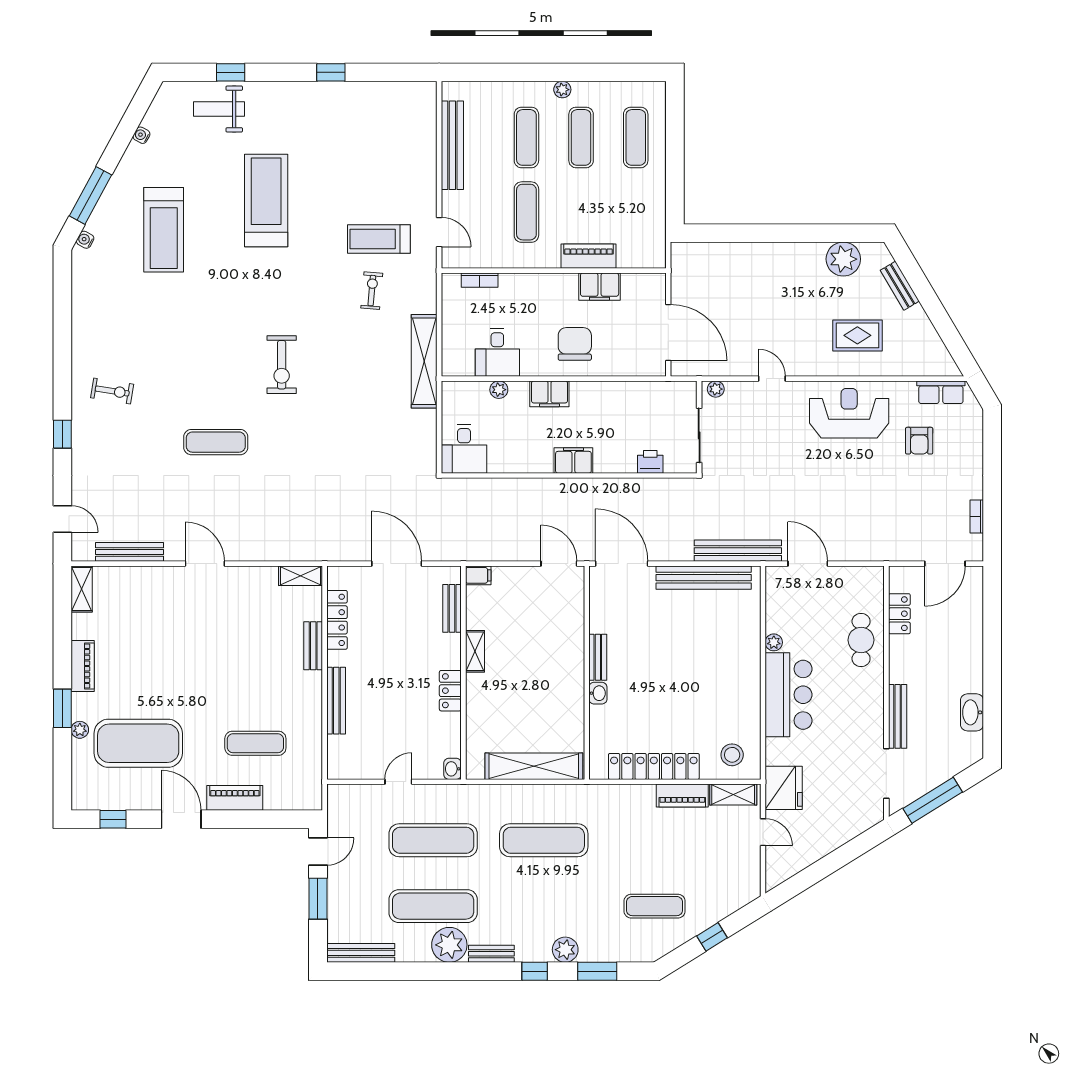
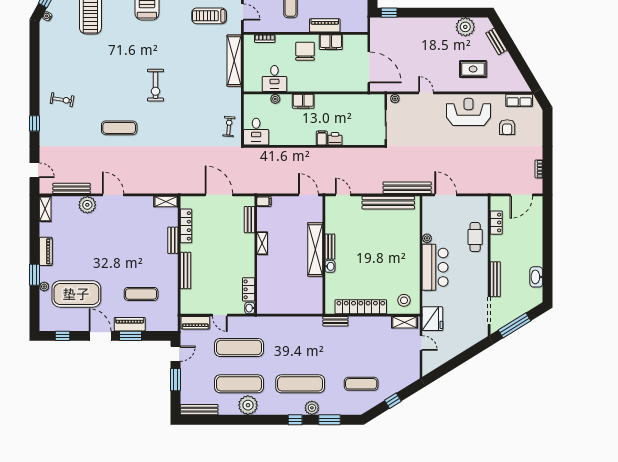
window: (705, 233) -> (389, 13), added
exercise bike: (372, 291) -> (229, 127), moved
chair: (575, 344) -> (305, 51), moved
shelving: (424, 361) -> (234, 61), moved
filing cabinet: (573, 460) -> (322, 138), width x0.50
printer: (650, 462) -> (335, 139), moved
door: (622, 564) -> (343, 195), width x0.53
plant: (158, 582) -> (87, 205), added
locker: (450, 691) -> (249, 289), moved
shelving: (534, 766) -> (315, 250), moved, turned 90
door: (398, 782) -> (220, 315), swing flipped
piano: (682, 795) -> (195, 323), moved
window: (236, 819) -> (130, 336), added
exercise mat: (544, 840) -> (300, 384), moved
bench: (491, 954) -> (335, 321), moved

